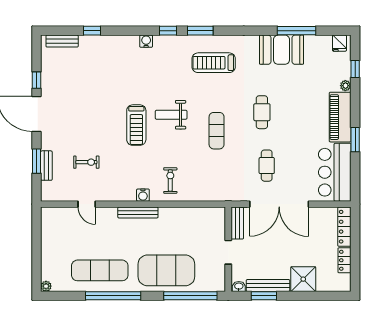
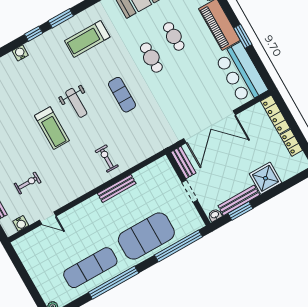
weight bench: (171, 115) -> (76, 103), turned -90
cafe table: (267, 166) -> (174, 36), moved
water cooler: (143, 195) -> (21, 223), moved
bench: (138, 213) -> (117, 189), moved

